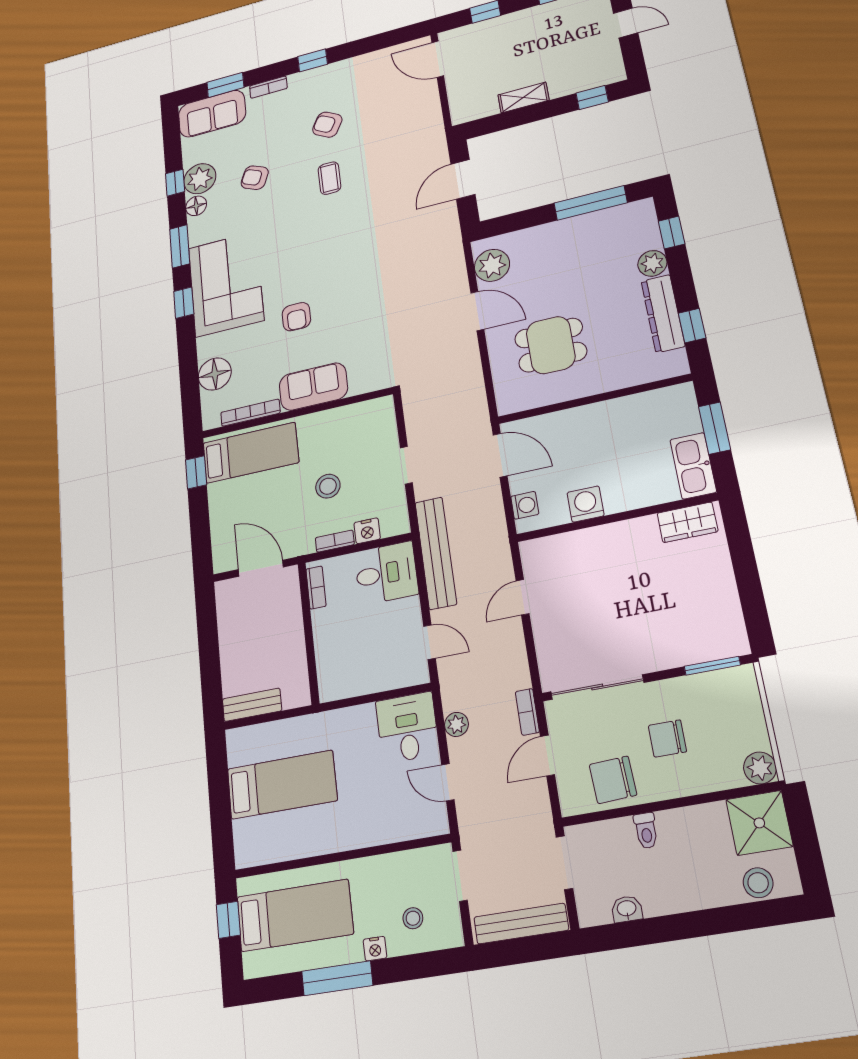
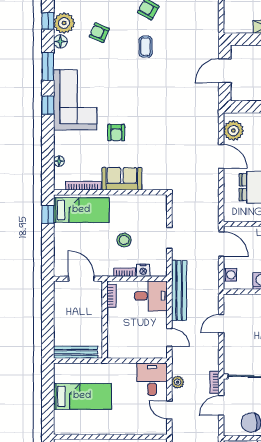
floor lamp: (215, 374) -> (59, 161), width x0.53, depth x0.53
bench: (252, 705) -> (76, 352), width x1.36

